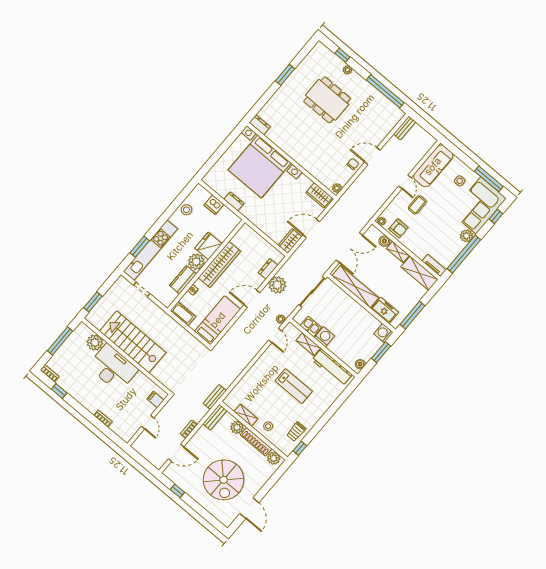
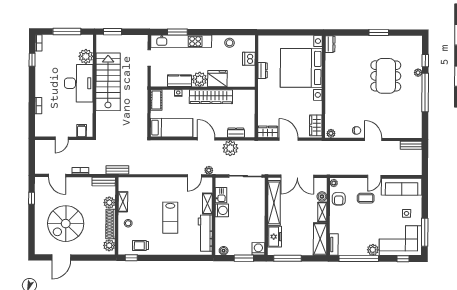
window: (385, 91) -> (425, 93), moved

